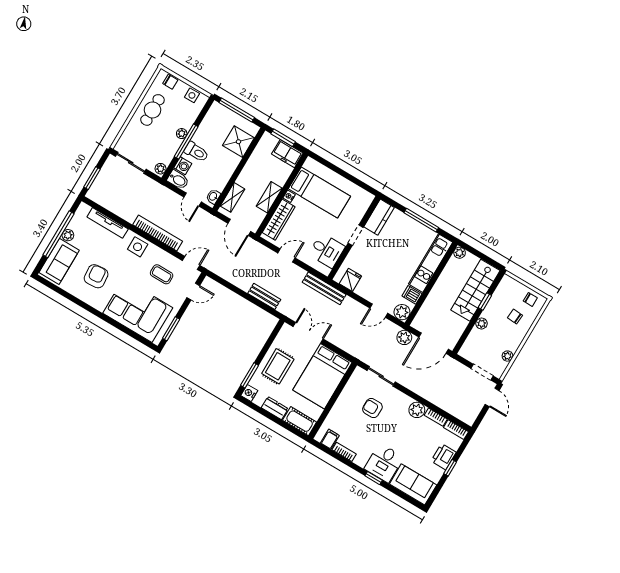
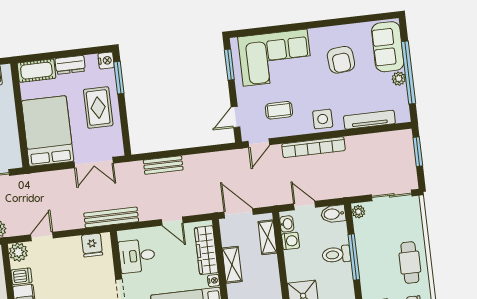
plant: (182, 134) -> (364, 261), removed
washing machine: (183, 166) -> (290, 241), moved, turned 180
door: (286, 256) -> (172, 221), hinge flipped

